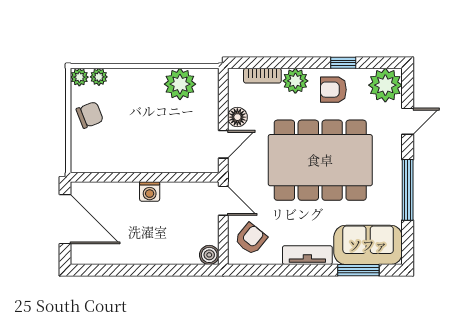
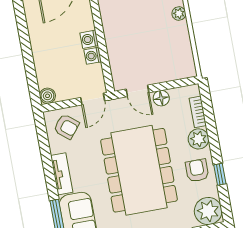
plant: (180, 84) -> (179, 14), moved, width x0.53, depth x0.53
washing machine: (171, 191) -> (93, 56), added

